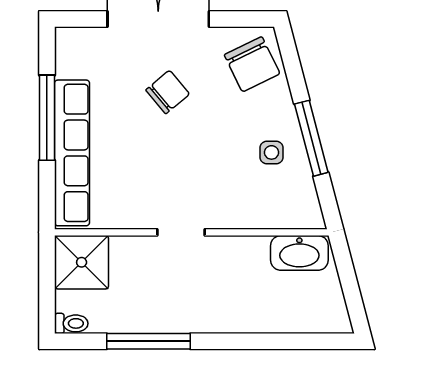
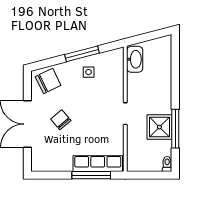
window: (47, 118) -> (91, 175), moved
row of seats: (72, 153) -> (98, 164), width x0.73
shower: (82, 262) -> (159, 127), moved

